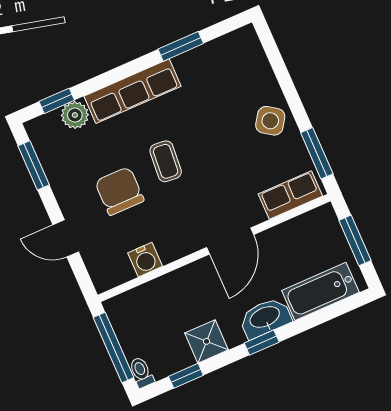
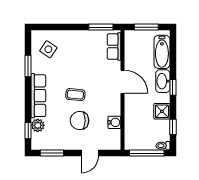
side table: (270, 121) -> (48, 49), moved

